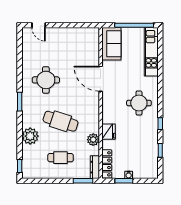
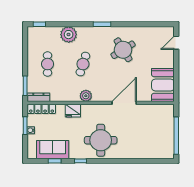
booth: (82, 39) -> (163, 85), added
sofa: (111, 44) -> (53, 150), moved, turned 180
kitchen unit: (151, 52) -> (150, 152), removed
round table: (46, 80) -> (123, 50), turned -32
round table: (139, 103) -> (101, 140), width x1.36, depth x1.36
cafe table: (61, 121) -> (83, 64), width x0.73, depth x0.74
plant: (93, 140) -> (86, 96), moved

